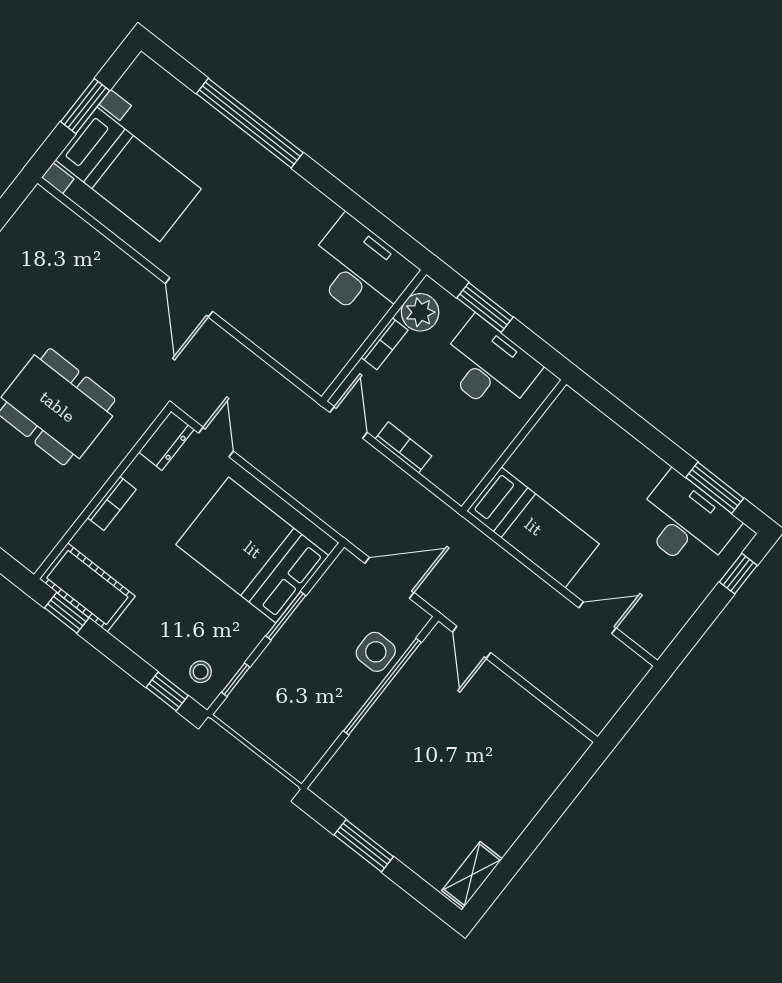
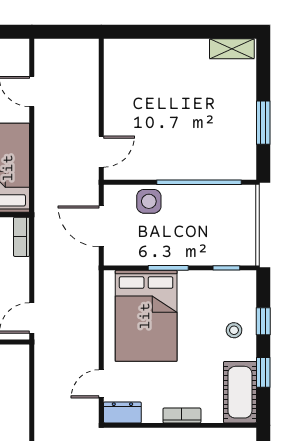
bookcase: (403, 447) -> (22, 237), moved
window: (67, 613) -> (263, 372), moved
stool: (201, 672) -> (234, 330), moved
window: (382, 687) -> (199, 182), moved
window: (167, 692) -> (263, 321), moved

